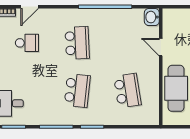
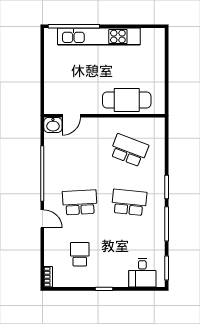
door: (30, 7) -> (42, 219), moved
door: (161, 47) -> (71, 116), moved
school desk: (127, 91) -> (129, 150), turned 30

